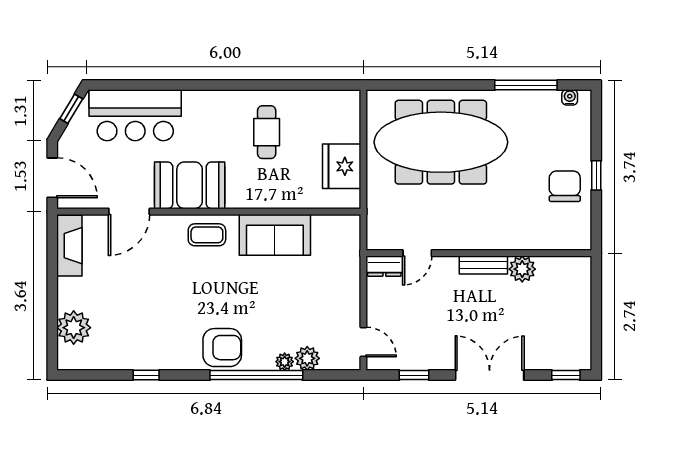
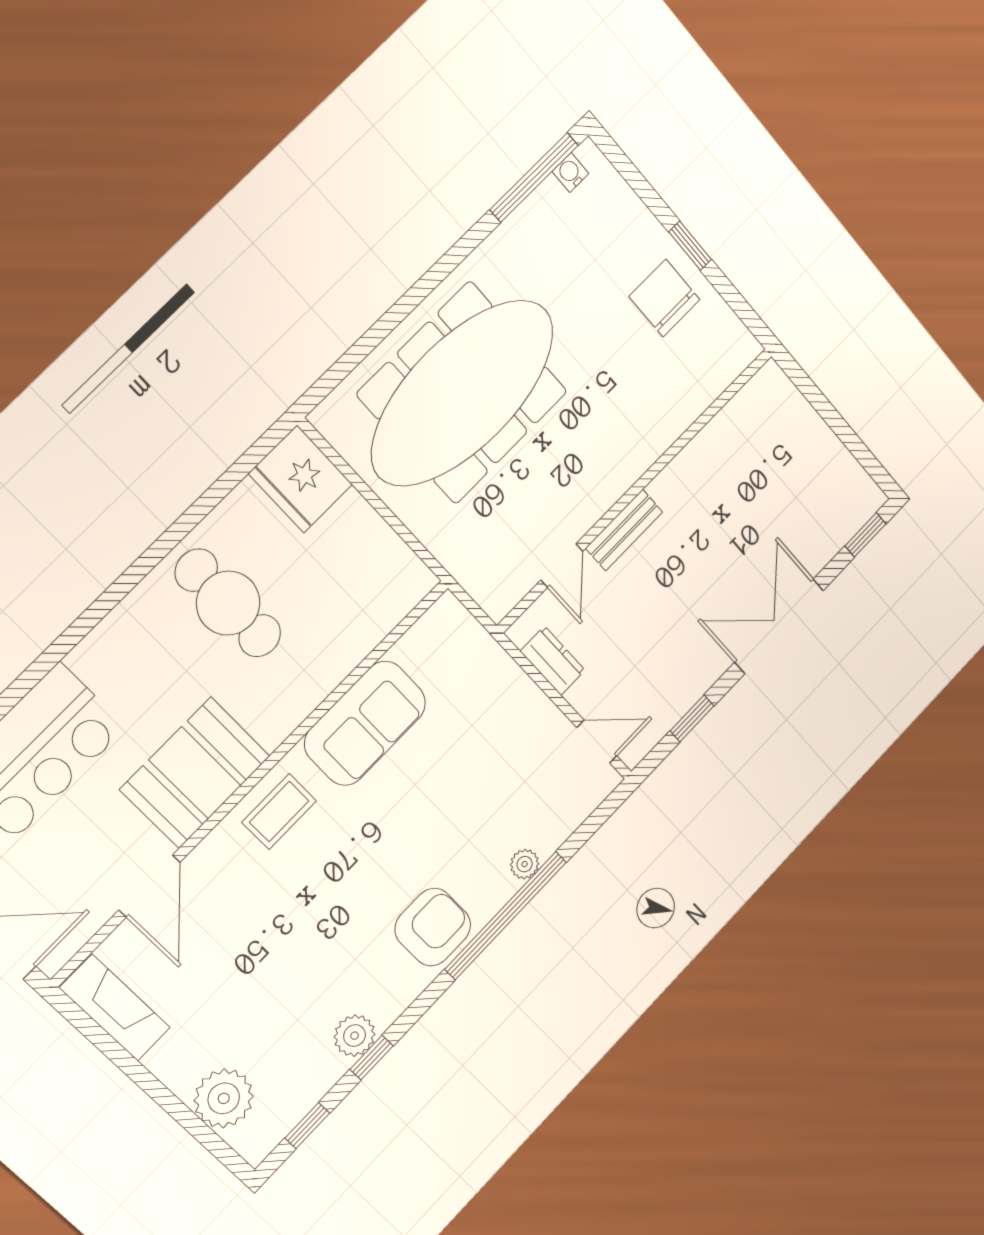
window: (526, 85) -> (534, 177), moved
cafe table: (267, 132) -> (228, 603), width x1.37, depth x1.35
fridge: (342, 166) -> (300, 479), moved
bench: (483, 265) -> (624, 530), moved
dresser: (384, 266) -> (553, 661), moved, turned -90
plant: (522, 269) -> (704, 456), removed
plant: (307, 358) -> (355, 1036), moved
window: (94, 375) -> (307, 1126), added

